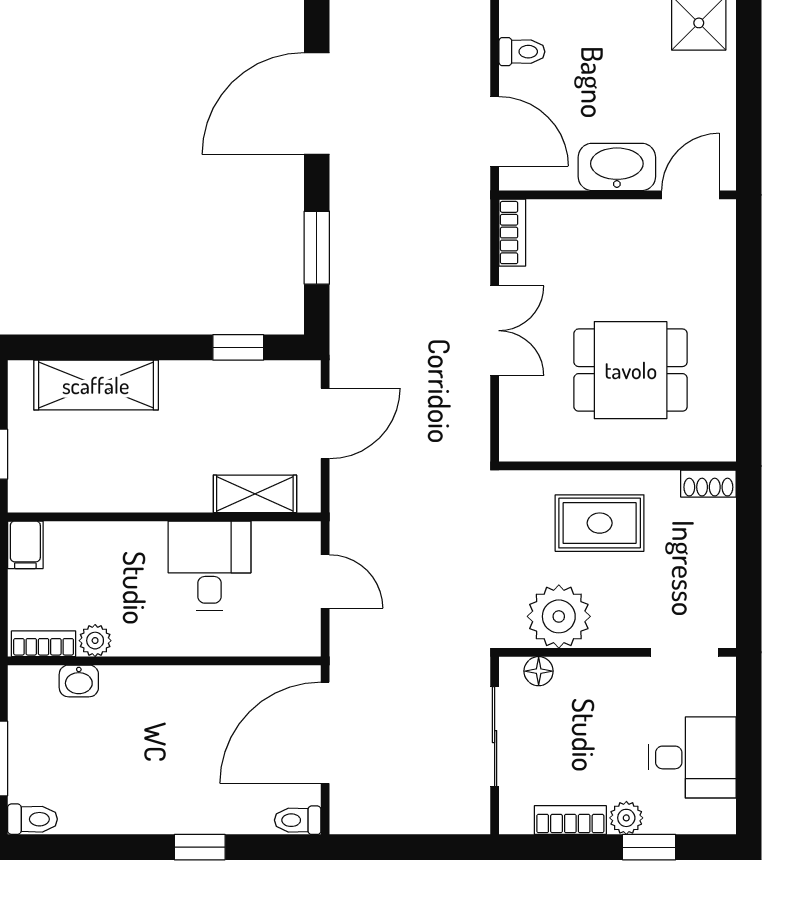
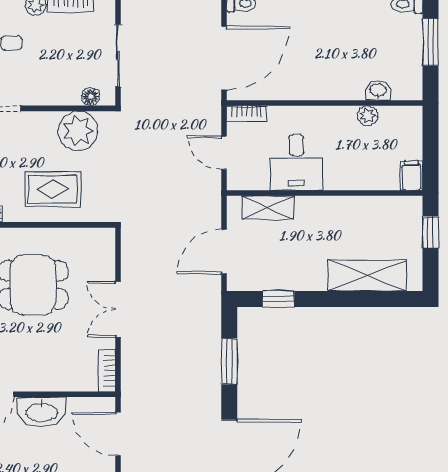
bookcase: (44, 644) -> (247, 114), moved

